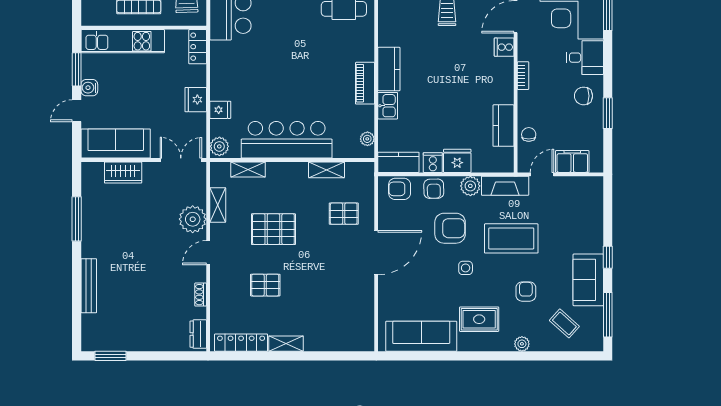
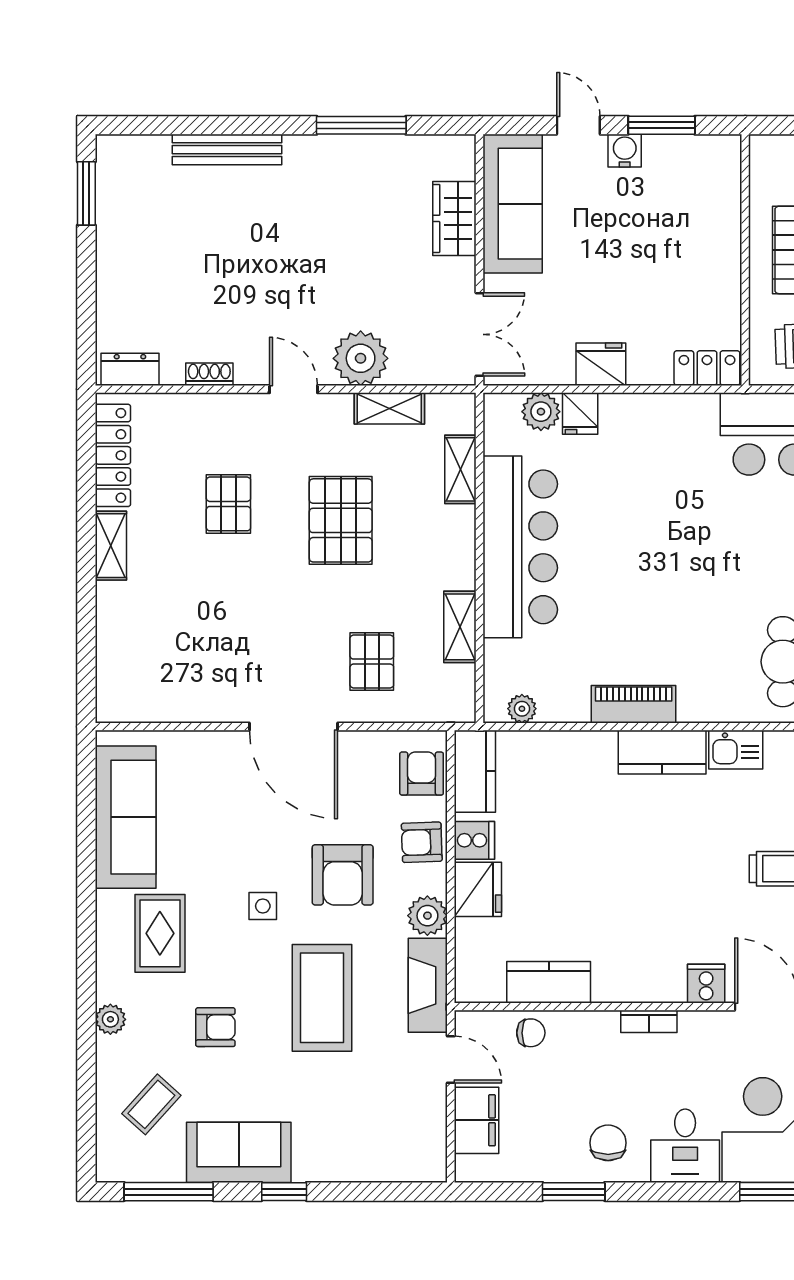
kitchen unit: (123, 41) -> (718, 218), removed
kitchen sink: (388, 106) -> (736, 750), moved
plant: (219, 146) -> (541, 412), moved

